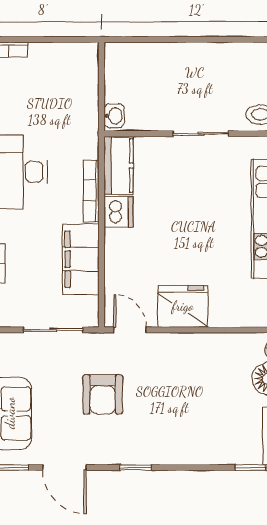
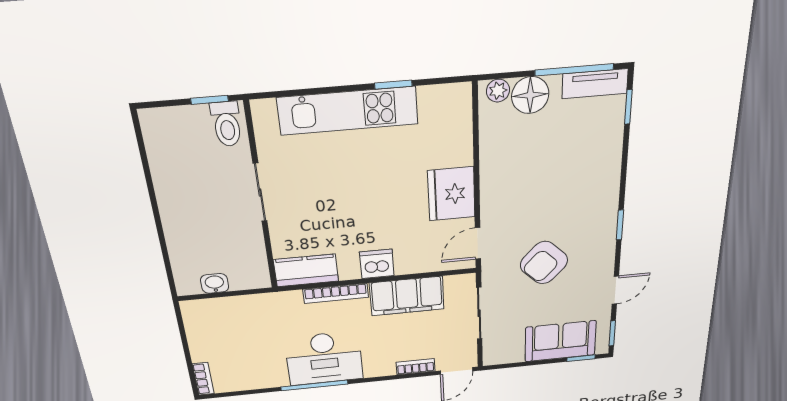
washbasin: (114, 116) -> (215, 283), moved
dishwasher: (118, 212) -> (377, 264), moved
armchair: (103, 394) -> (544, 263), turned 134
door: (64, 468) -> (615, 290), width x0.73

